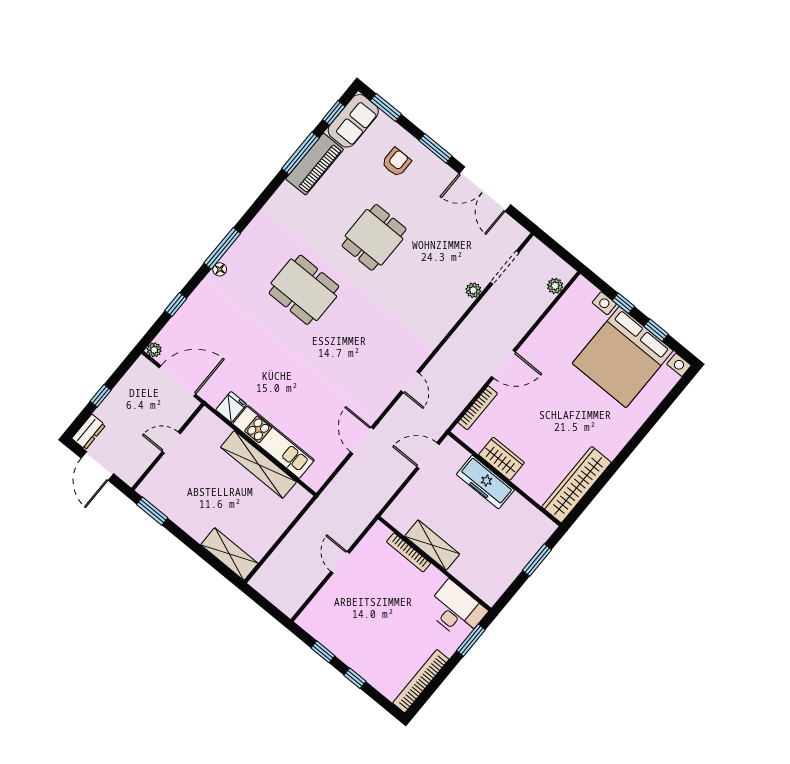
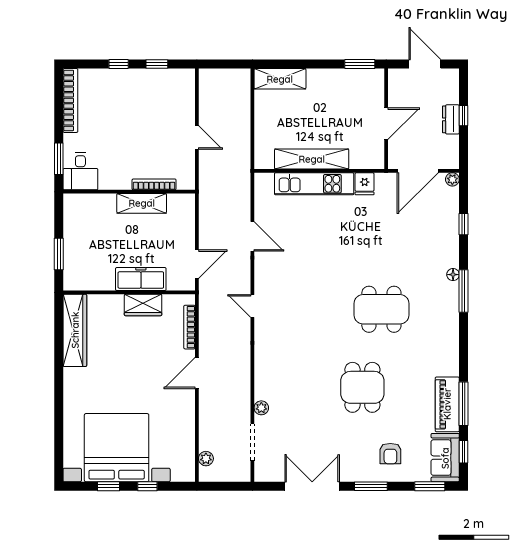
dresser: (89, 432) -> (451, 119), moved
door: (171, 443) -> (386, 124), width x1.38
desk: (456, 610) -> (80, 171), width x0.73

